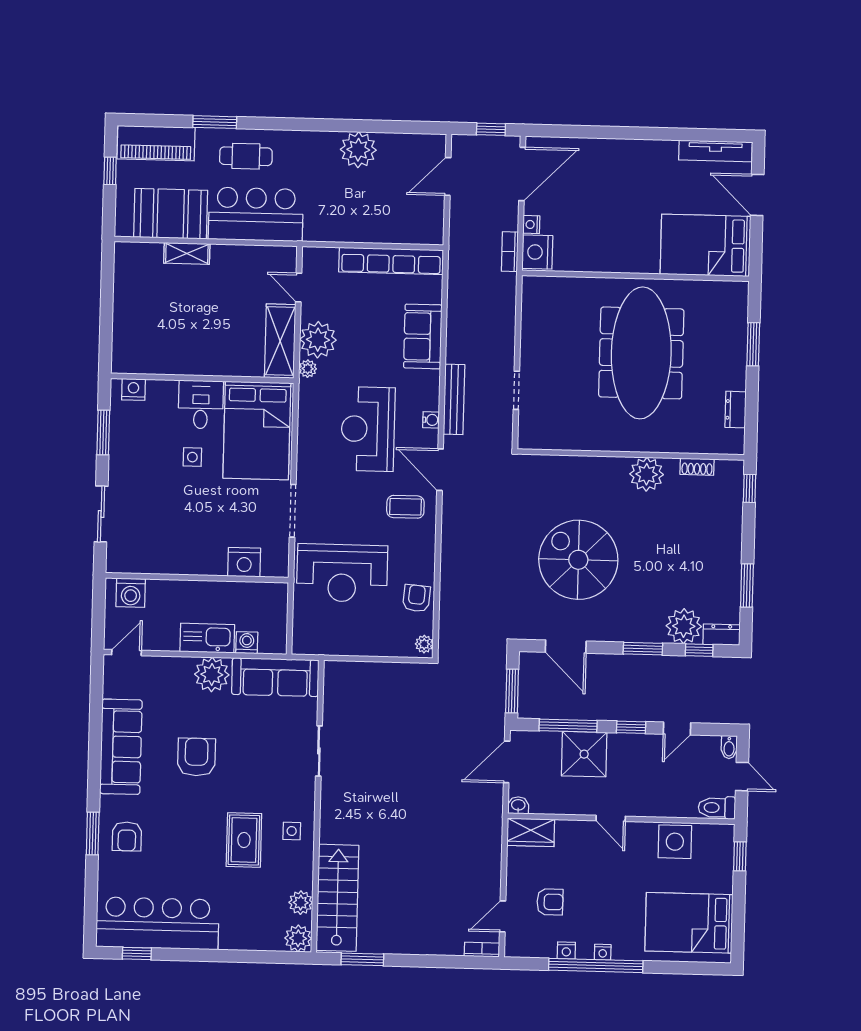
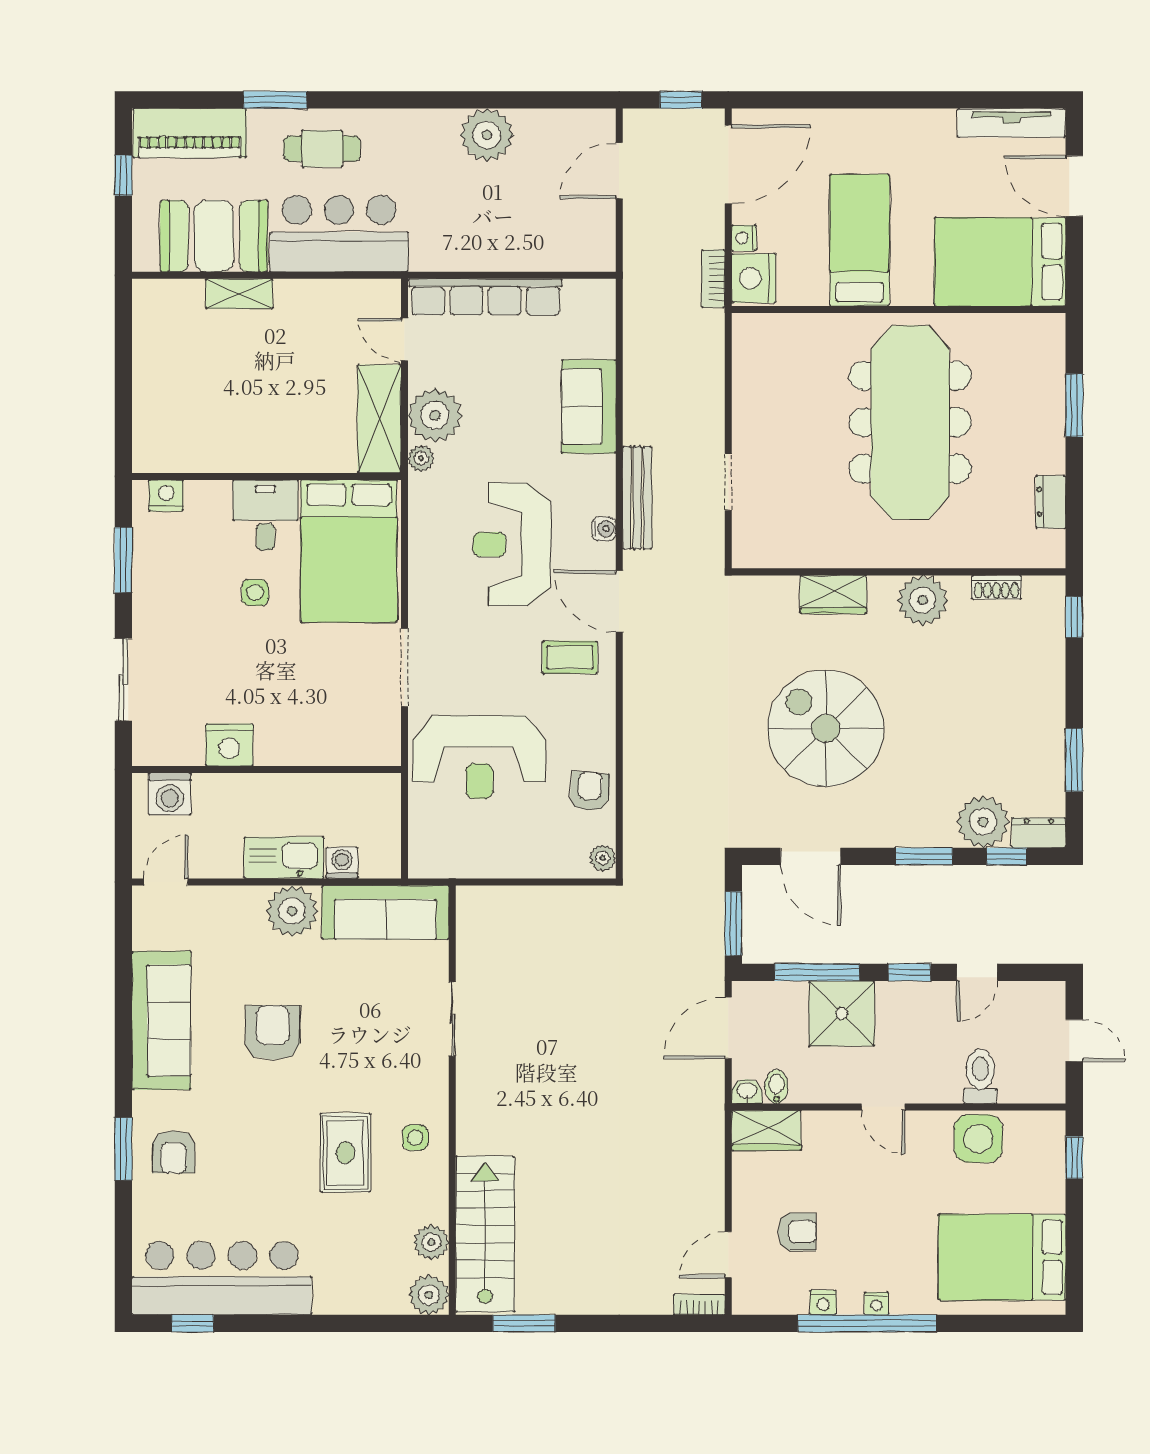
bed: (610, 228) -> (860, 240), added
row of seats: (391, 261) -> (486, 297), moved
wardrobe: (586, 469) -> (833, 594), added
nightstand: (244, 562) -> (229, 745), moved
bidet: (729, 747) -> (776, 1087), moved, turned 180
toilet: (717, 808) -> (980, 1076), moved, turned 90

